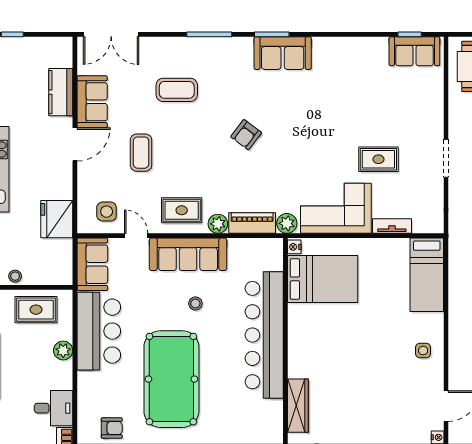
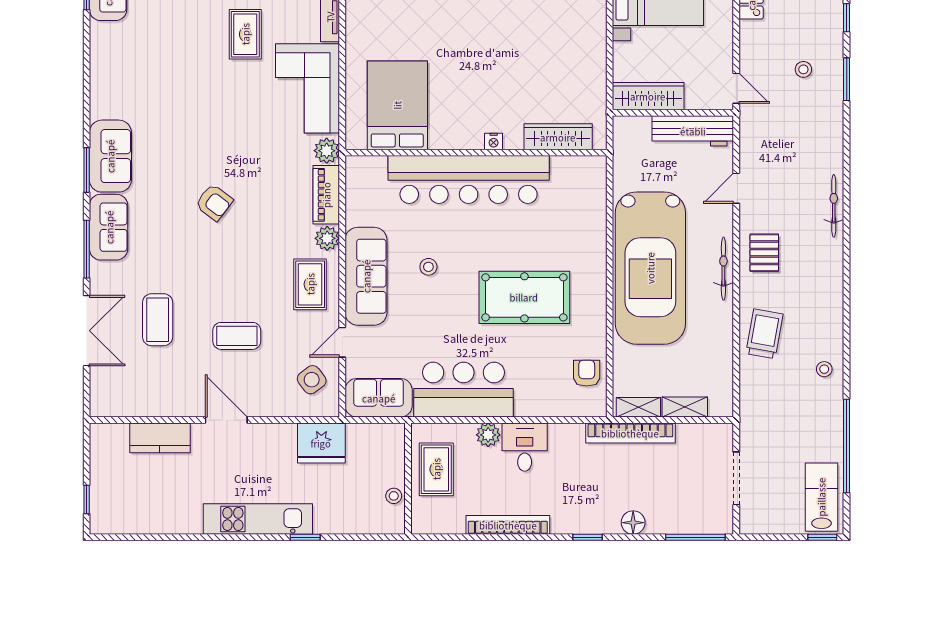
double door: (111, 34) -> (87, 331), moved
coffee table: (177, 90) -> (158, 320), moved
sofa: (92, 102) -> (109, 227), moved, turned 90
side table: (107, 212) -> (312, 380), turned -37
nightstand: (294, 247) -> (494, 141), moved
pool table: (171, 379) -> (524, 297), width x0.73, depth x0.76
desk: (54, 408) -> (525, 447), moved

